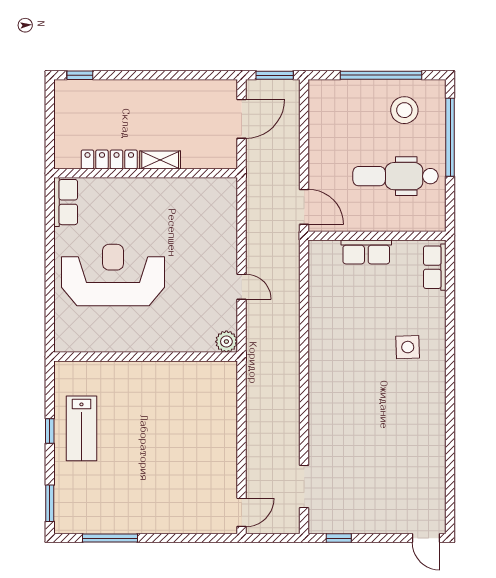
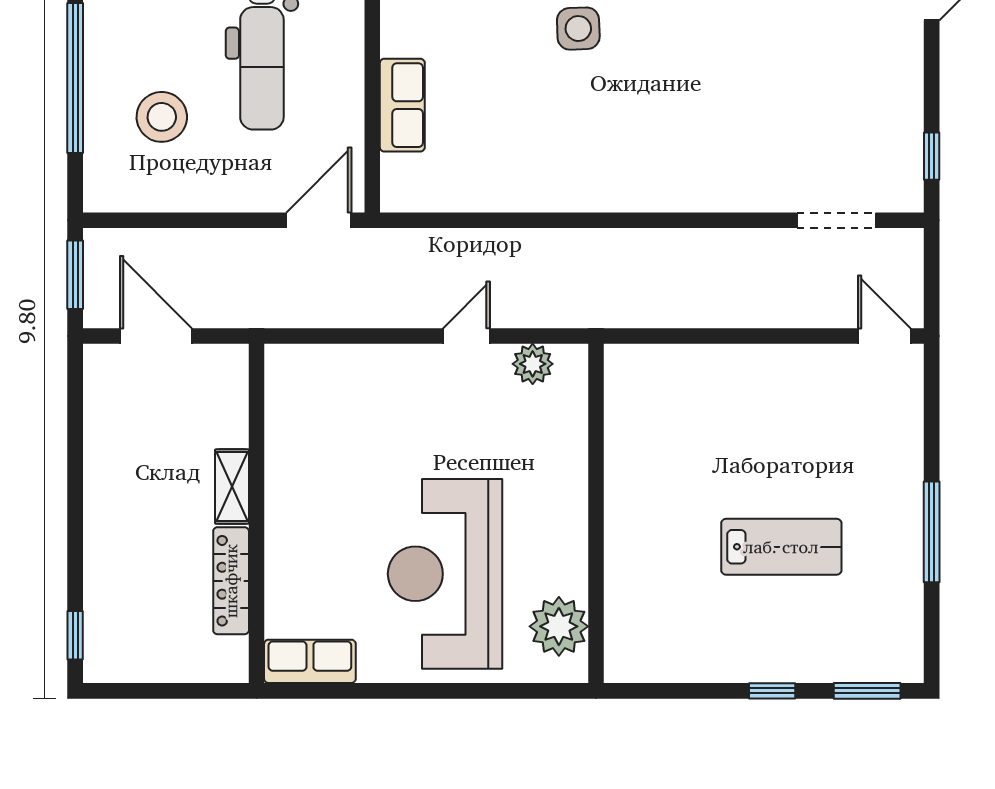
stool: (404, 110) -> (162, 117), moved
plant: (85, 337) -> (559, 626), added
plant: (226, 342) -> (533, 364), moved
lab bench: (81, 428) -> (781, 547), moved
window: (50, 431) -> (772, 691), moved
window: (110, 538) -> (932, 532), moved

